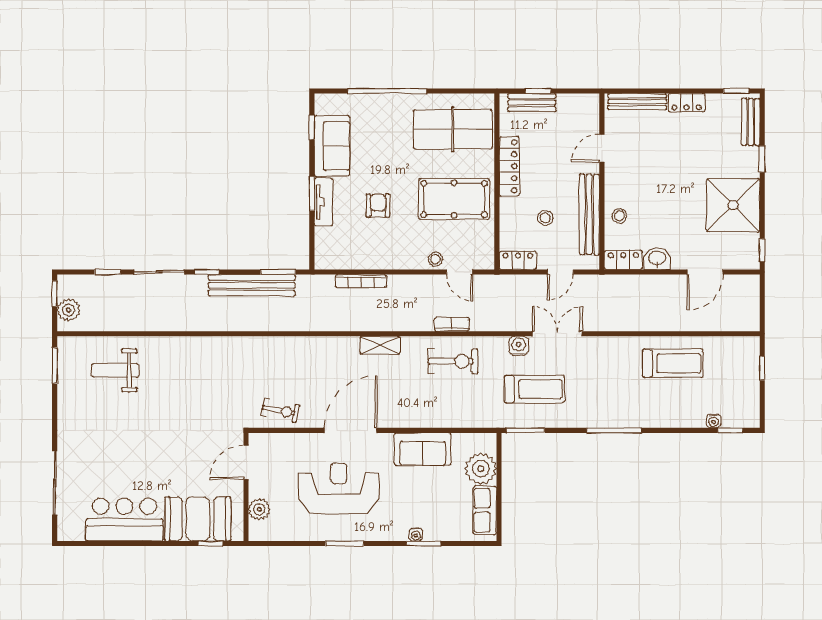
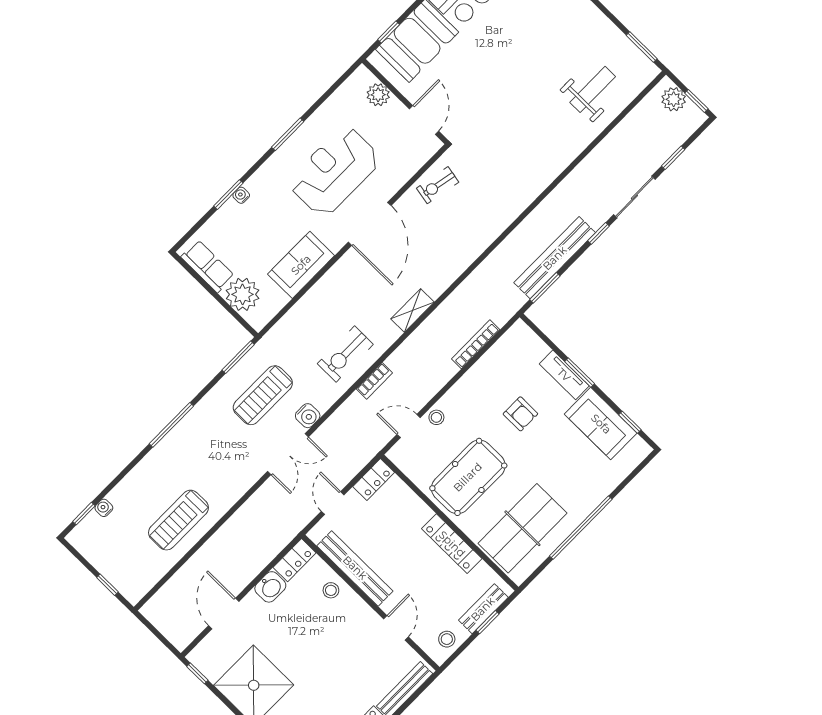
window: (387, 91) -> (581, 528), moved
stool: (545, 218) -> (447, 639), moved
reception desk: (339, 488) -> (335, 171), turned 180

